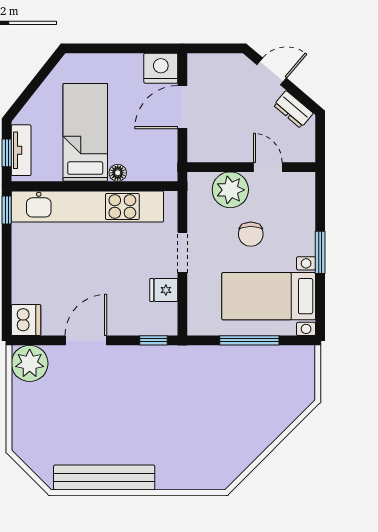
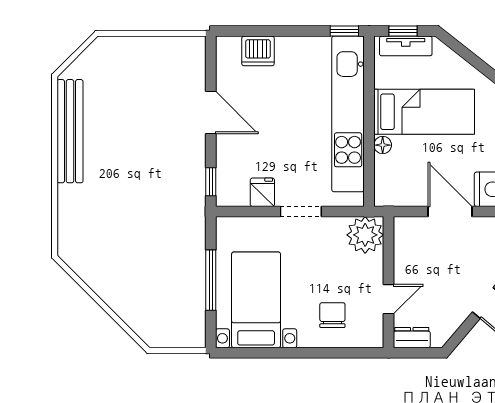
dresser: (293, 109) -> (412, 338), moved, turned 50
plant: (230, 190) -> (365, 235), moved
chair: (251, 234) -> (332, 315), moved, turned 90
window: (320, 252) -> (301, 353), removed
dishwasher: (26, 320) -> (258, 51), moved
plant: (30, 363) -> (187, 55), removed

